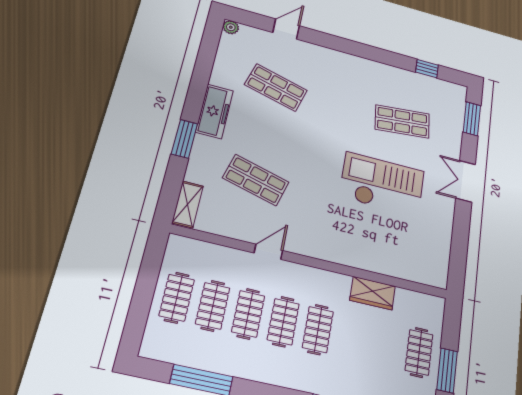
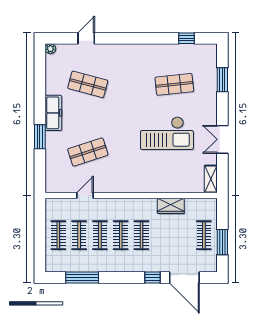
window: (472, 119) -> (222, 80), moved
shop shelf: (256, 180) -> (88, 152), turned -33
double door: (466, 181) -> (222, 139), moved
checkout: (382, 184) -> (167, 133), turned 180
shelving: (188, 204) -> (211, 179), moved
door: (268, 252) -> (85, 196), moved

